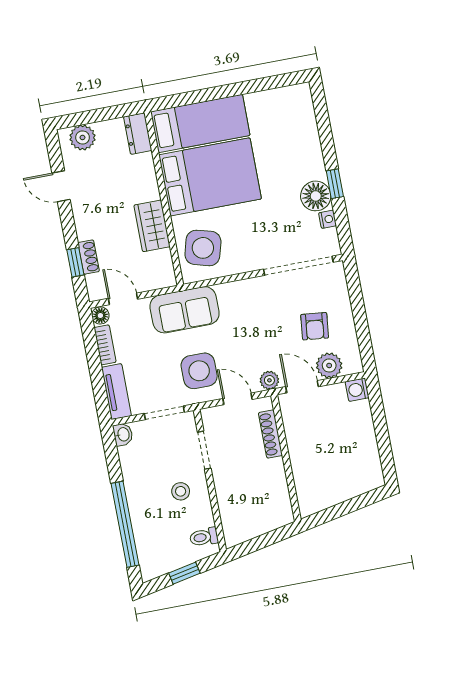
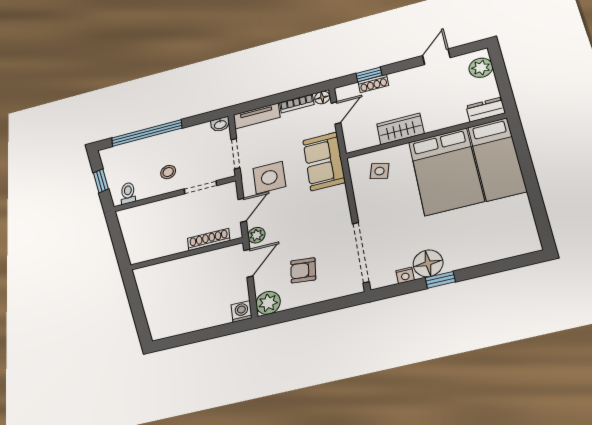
side table: (203, 248) -> (379, 171), width x0.54, depth x0.54
plant: (329, 365) -> (268, 303), moved

